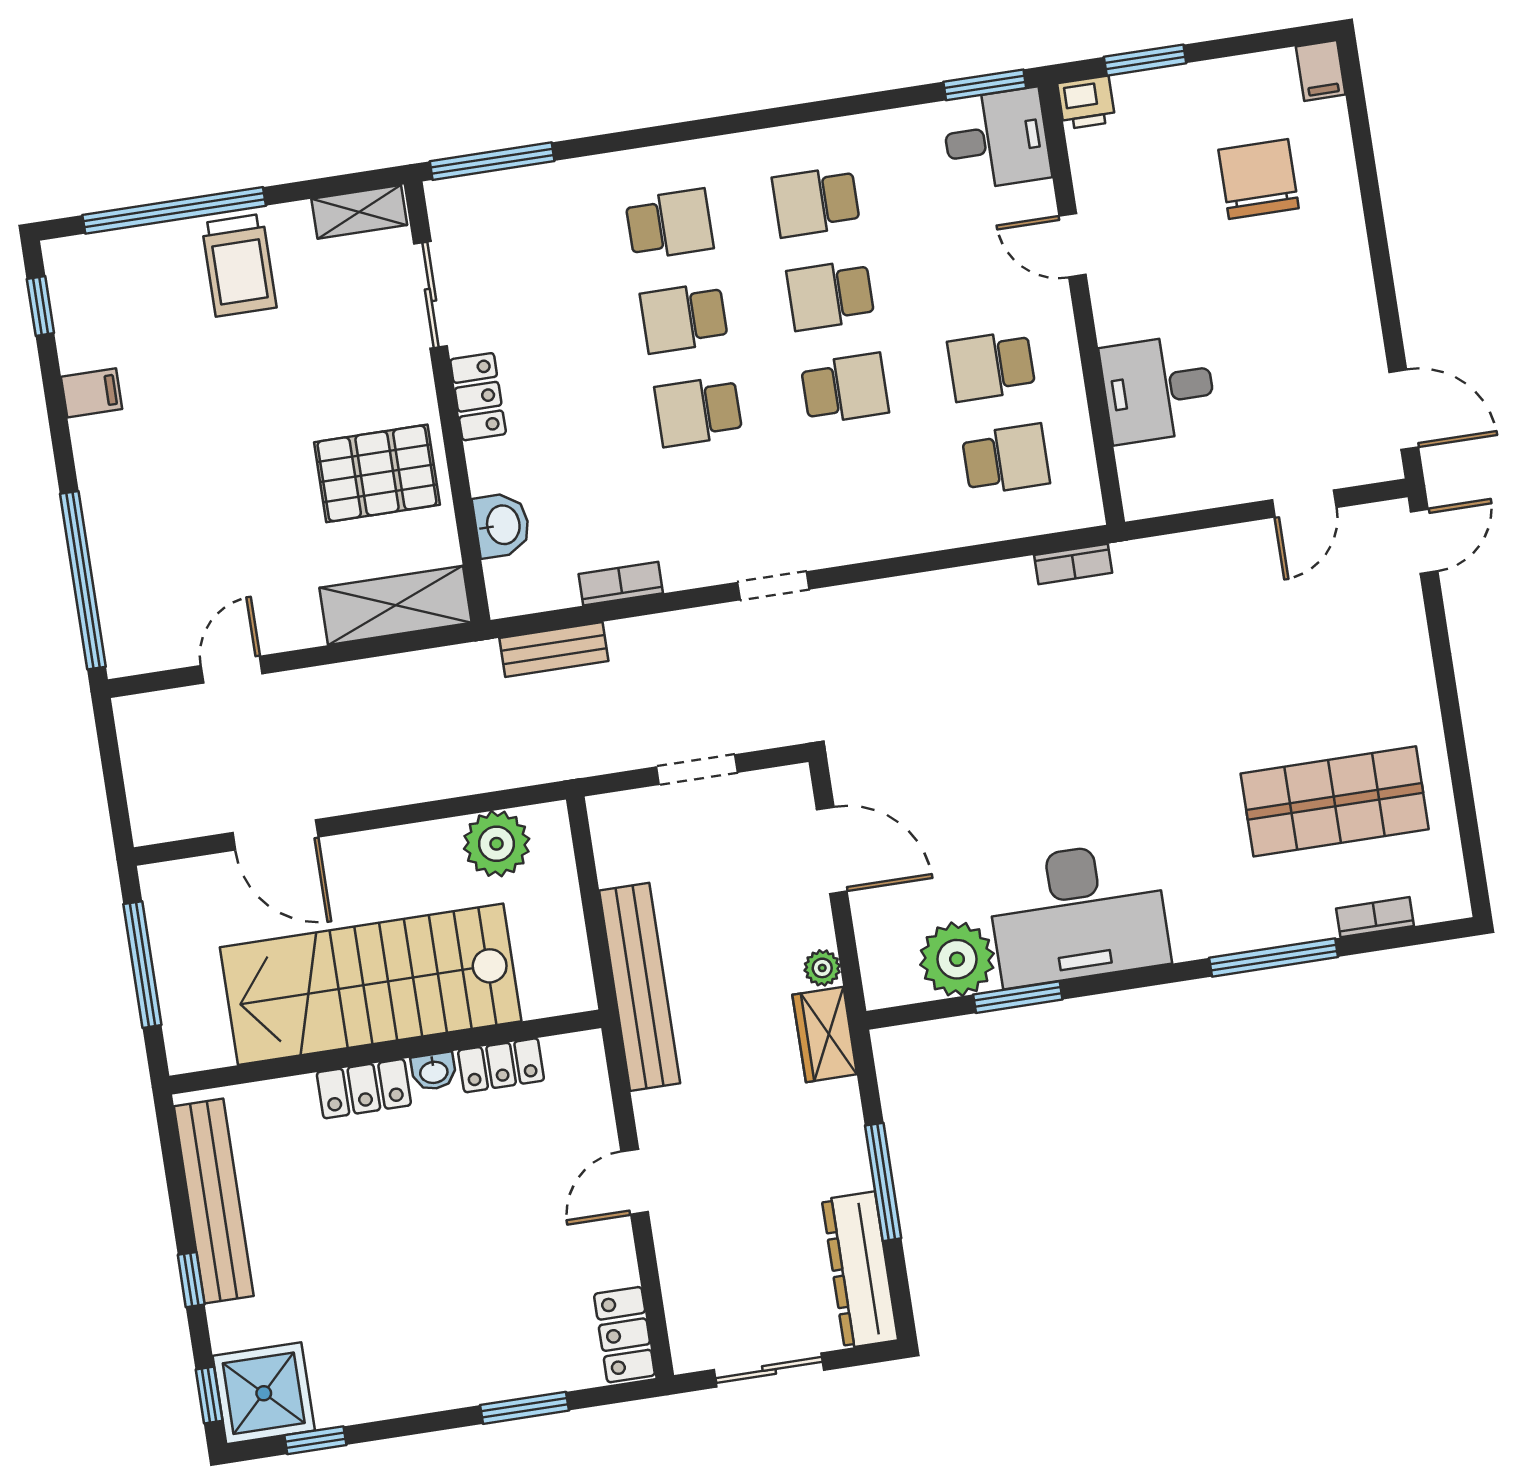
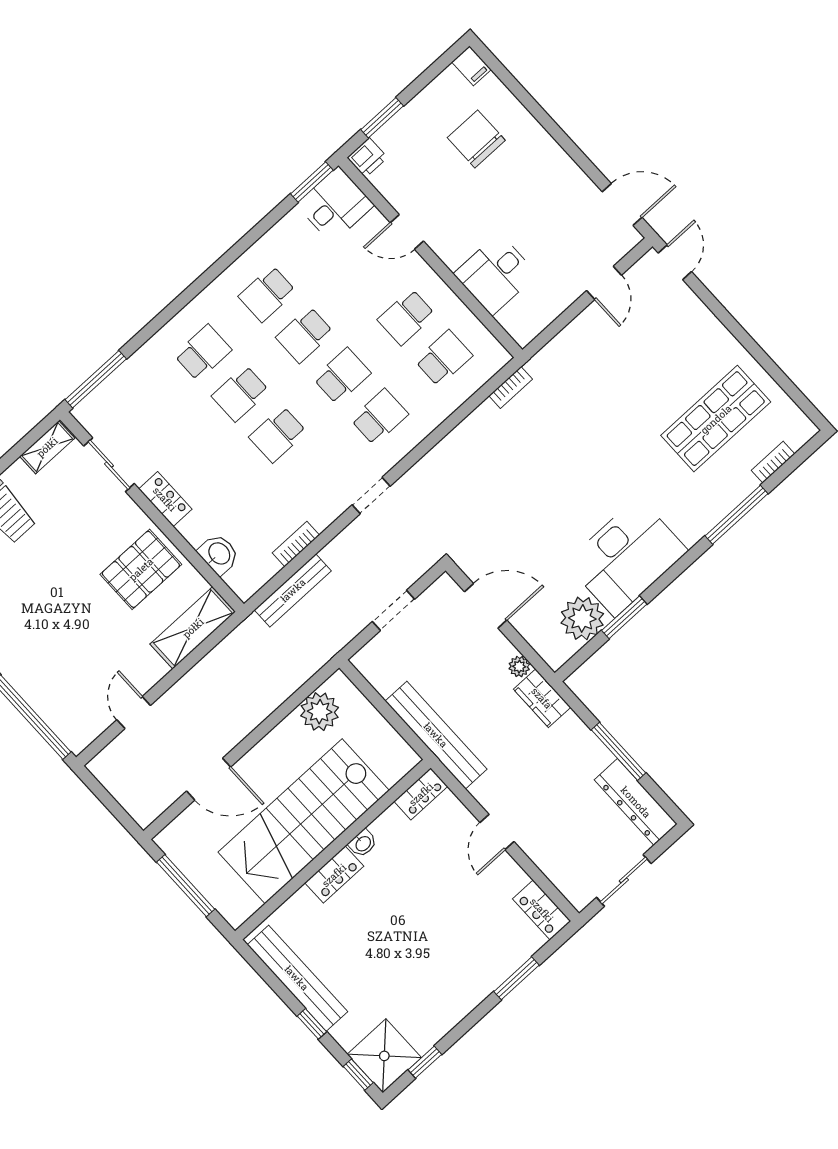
school desk: (859, 482) -> (379, 417), added
bench: (554, 649) -> (293, 590), width x1.36
locker: (501, 1065) -> (421, 794), moved

